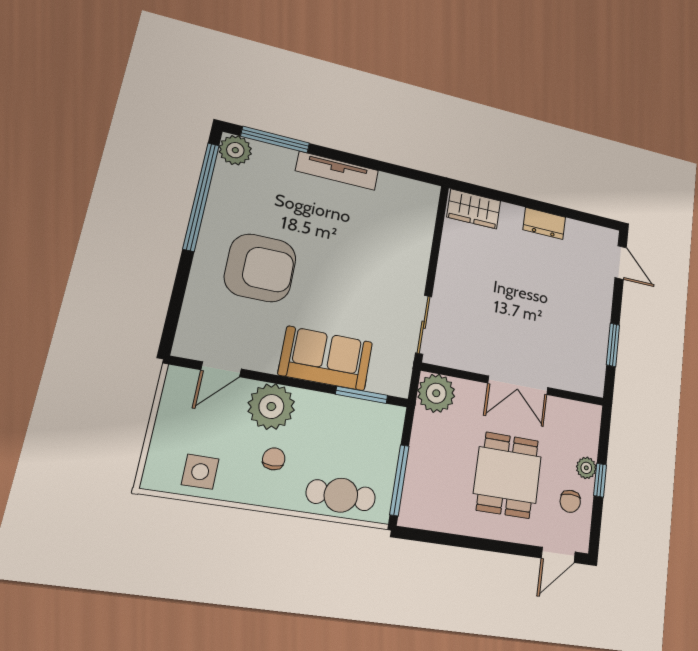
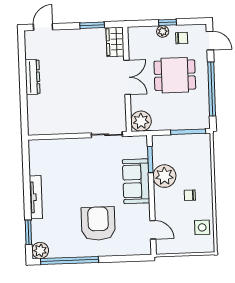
window: (275, 140) -> (28, 232), width x0.69
wardrobe: (474, 209) -> (115, 42), moved, turned 180
dresser: (544, 223) -> (32, 77), width x1.44
plant: (271, 406) -> (164, 176), moved
cafe table: (341, 495) -> (201, 159), removed
window: (471, 542) -> (212, 89), added

